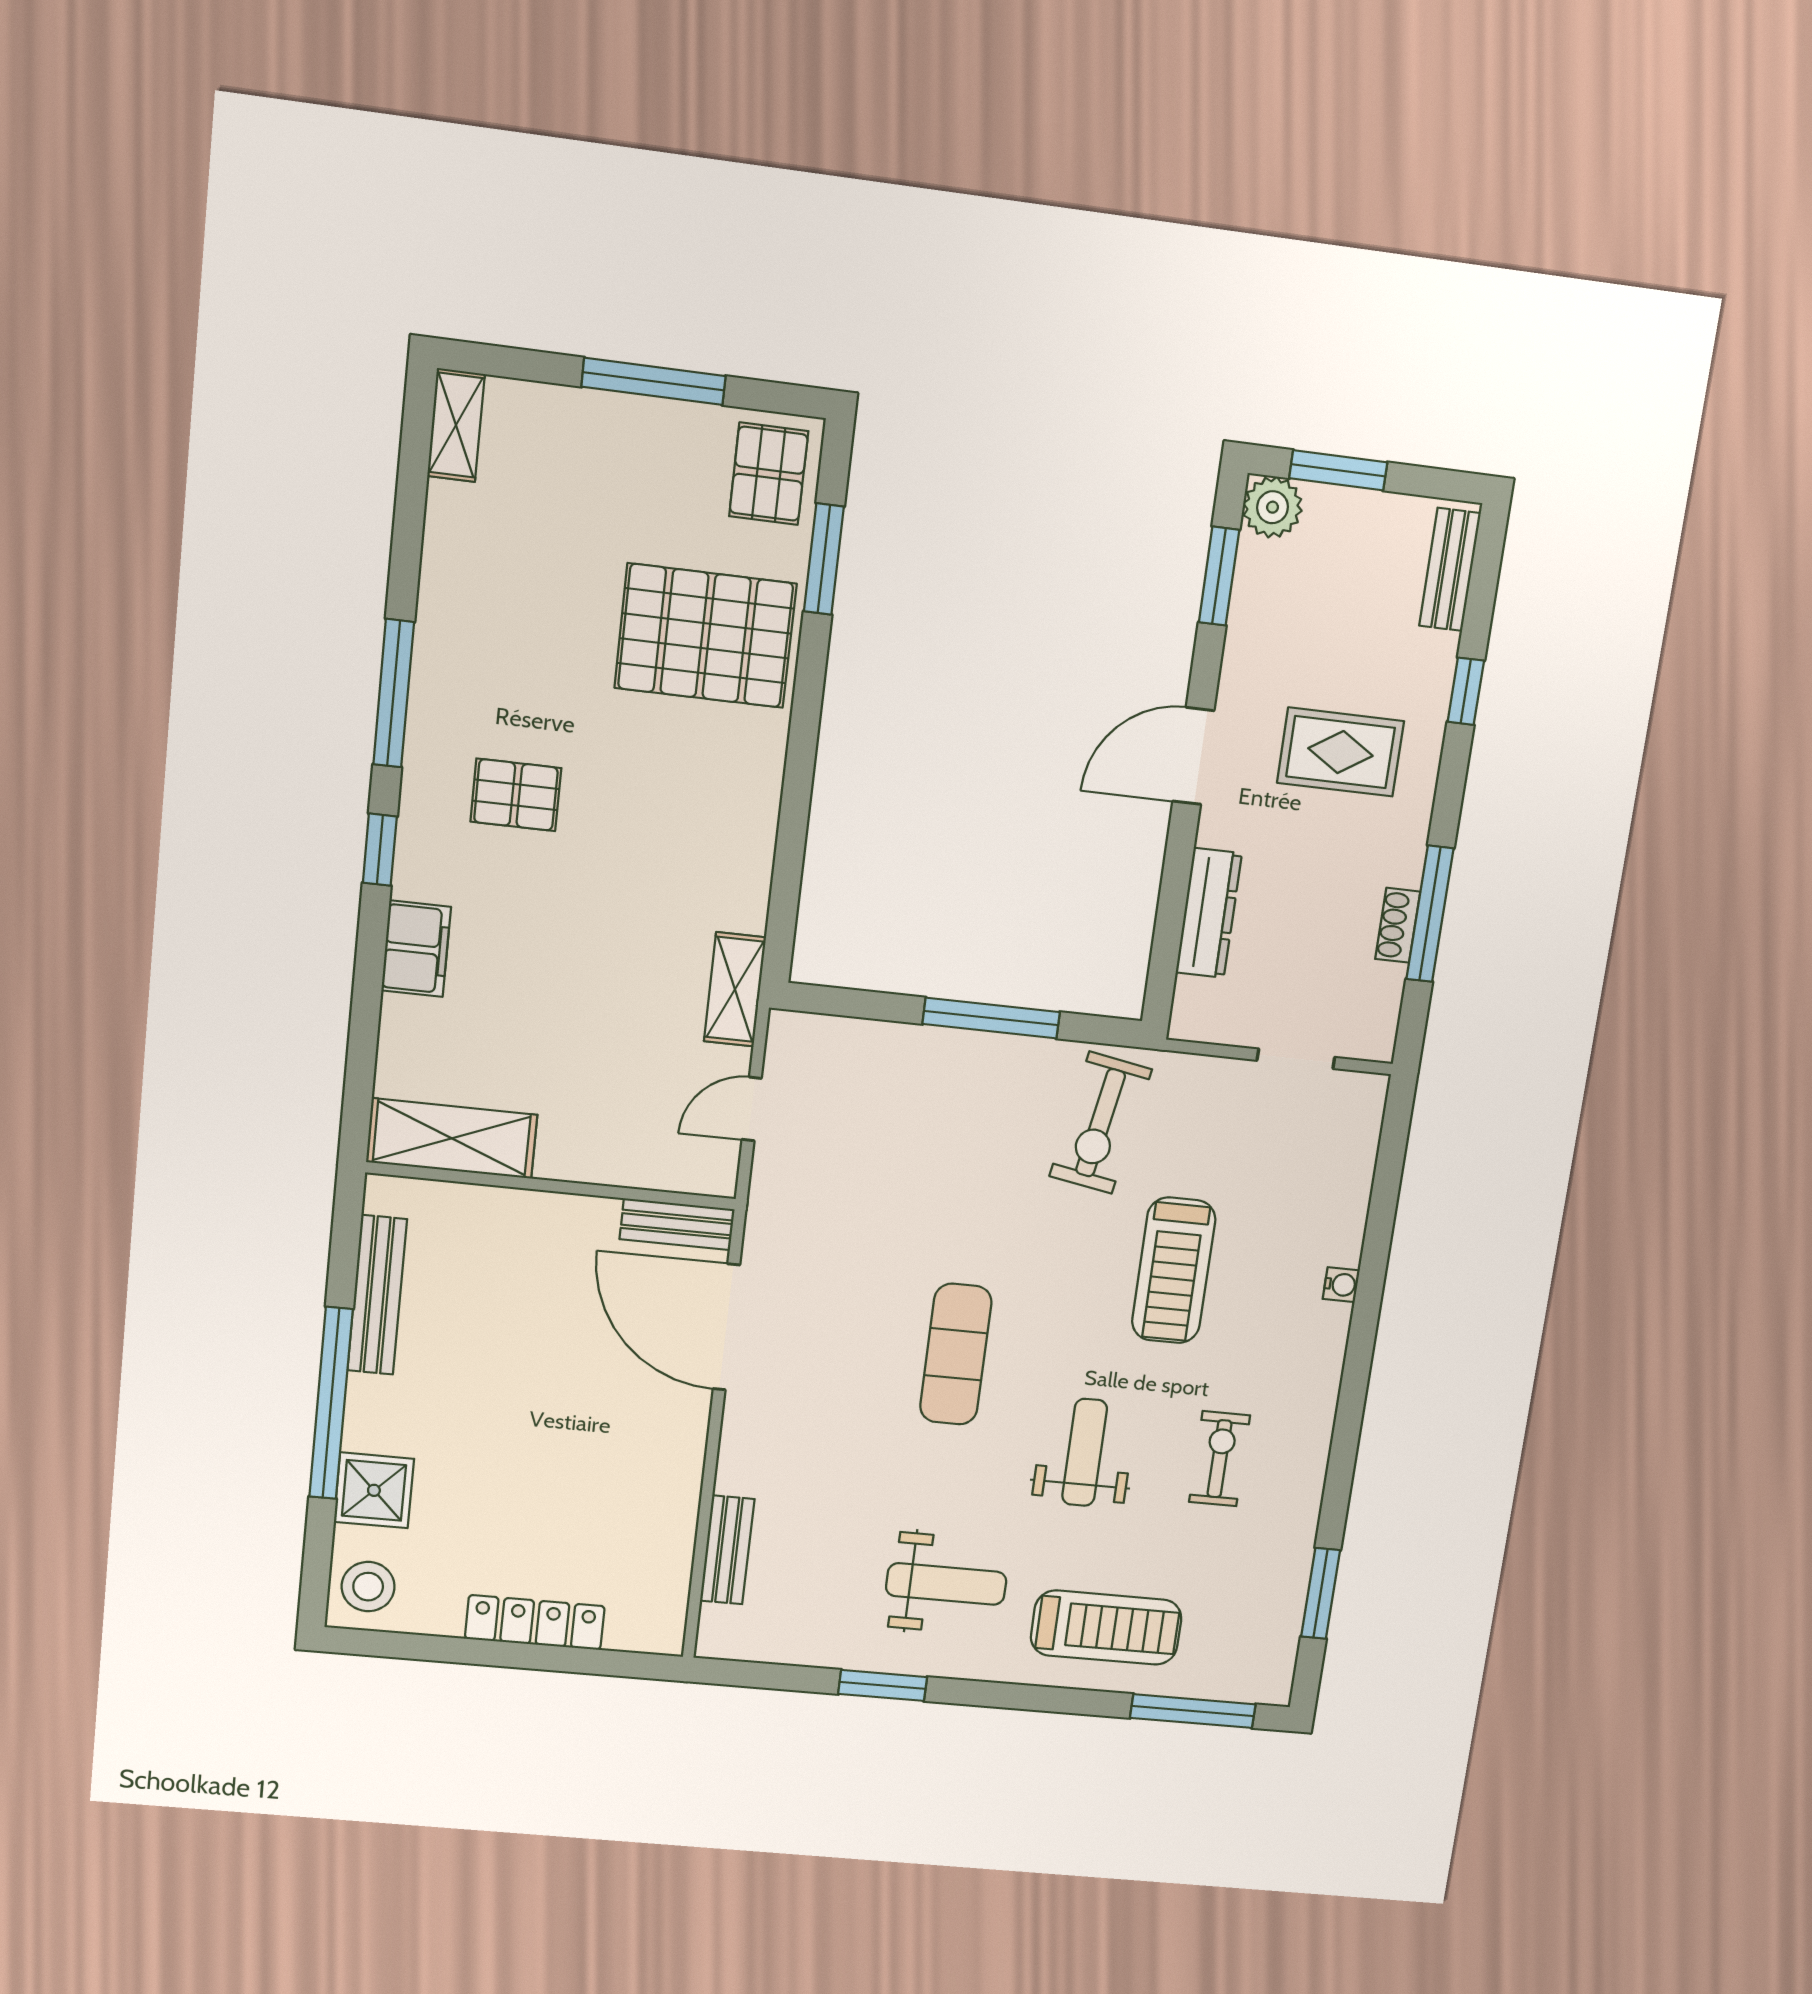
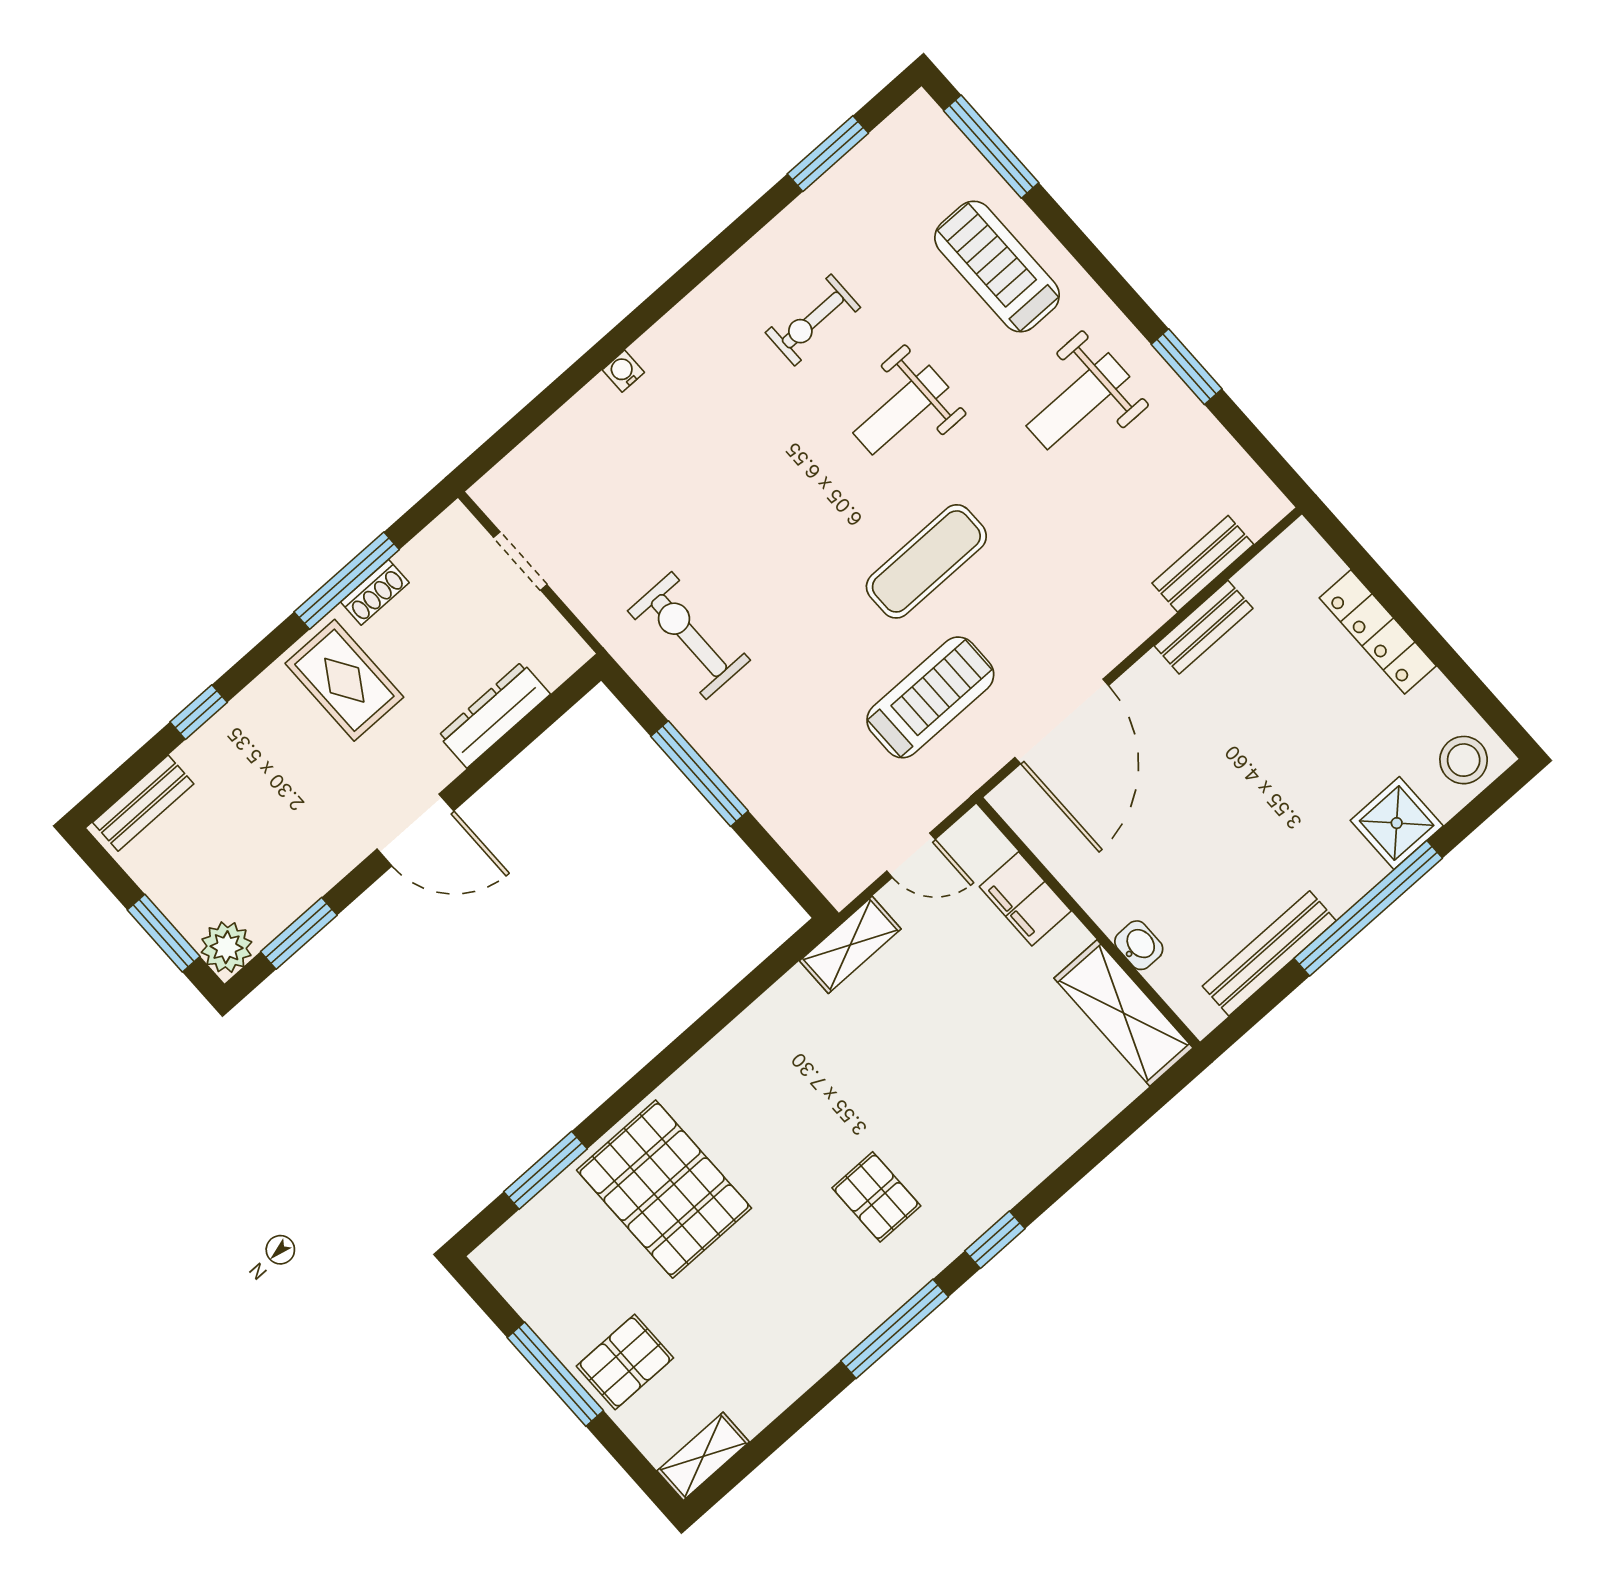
pallet: (769, 474) -> (625, 1362), moved
rug: (1340, 752) -> (344, 680), moved
filing cabinet: (416, 949) -> (1025, 899), moved, turned -90
exercise bike: (1101, 1123) -> (689, 636), turned -100
washbasin: (492, 1205) -> (1139, 945), added
bench: (677, 1224) -> (1204, 627), moved, turned 90
treadmill: (1174, 1270) -> (930, 697), moved
weight bench: (946, 1584) -> (1078, 401), turned -90

